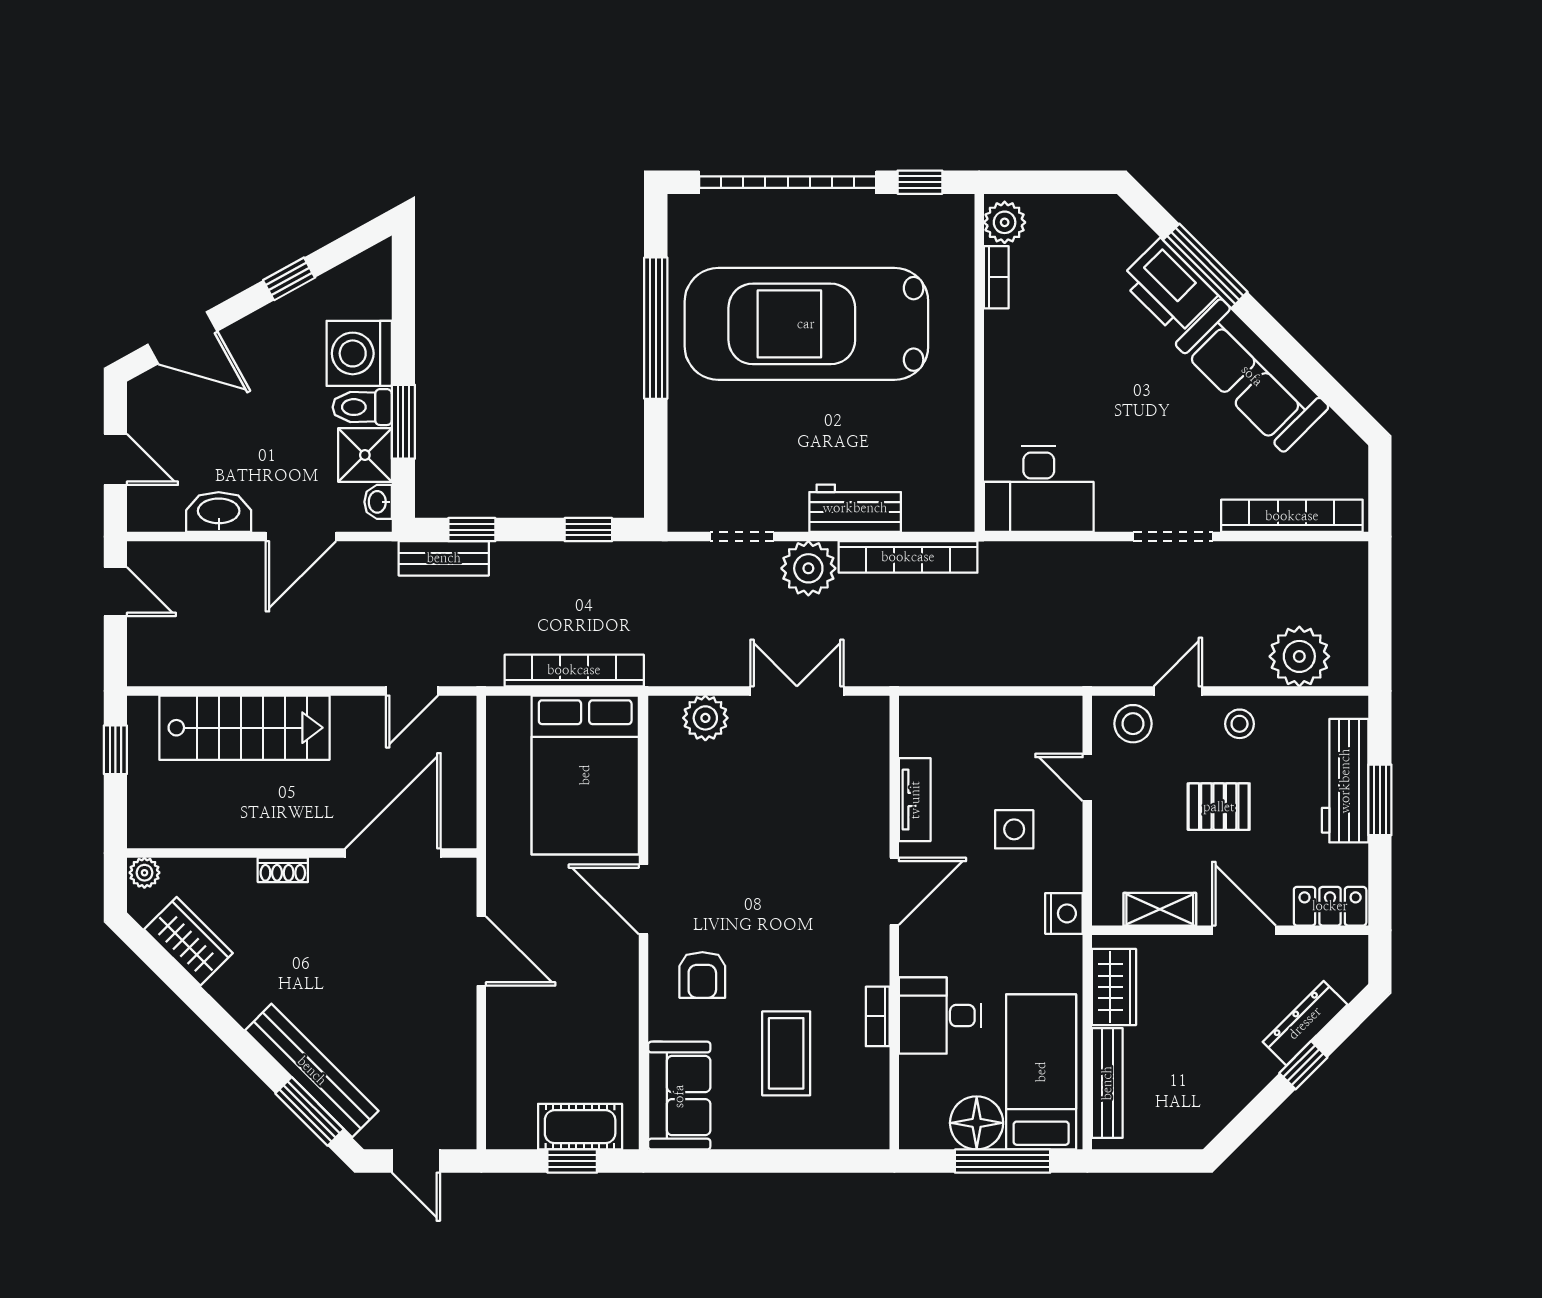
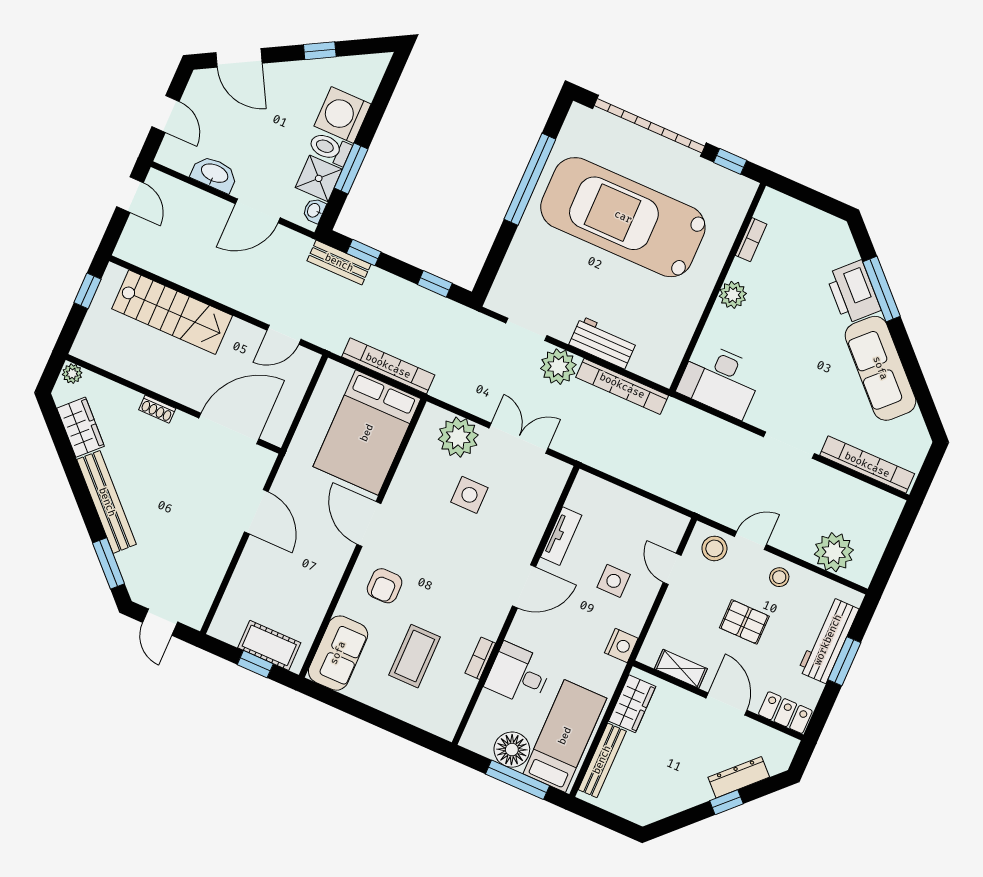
plant: (1005, 222) -> (733, 295), moved
plant: (705, 718) -> (458, 437), width x1.36, depth x1.36
side table: (764, 799) -> (469, 495), added
bench: (312, 1071) -> (107, 502), moved

